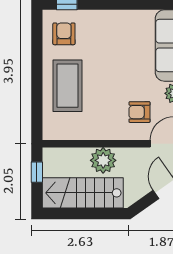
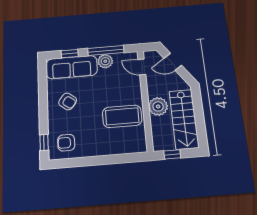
coffee table: (68, 86) -> (122, 116), moved
armchair: (140, 112) -> (68, 101), moved, turned -53

